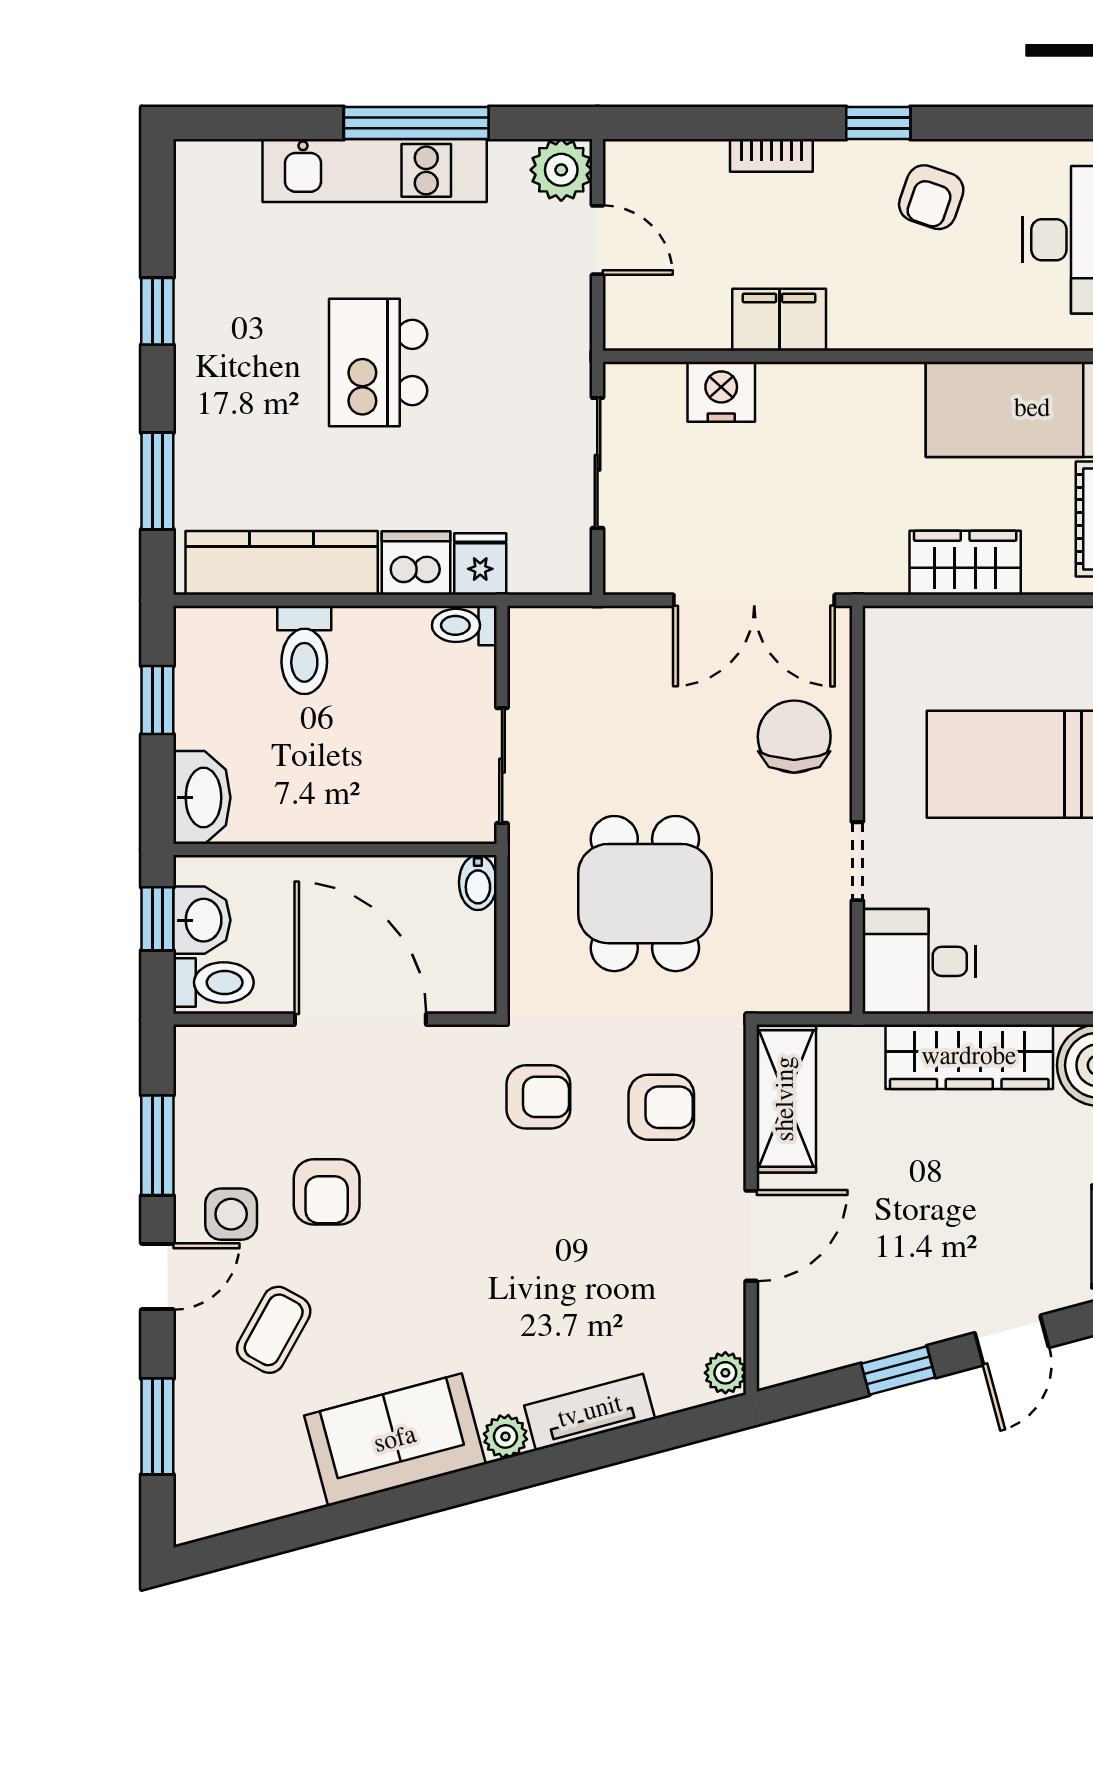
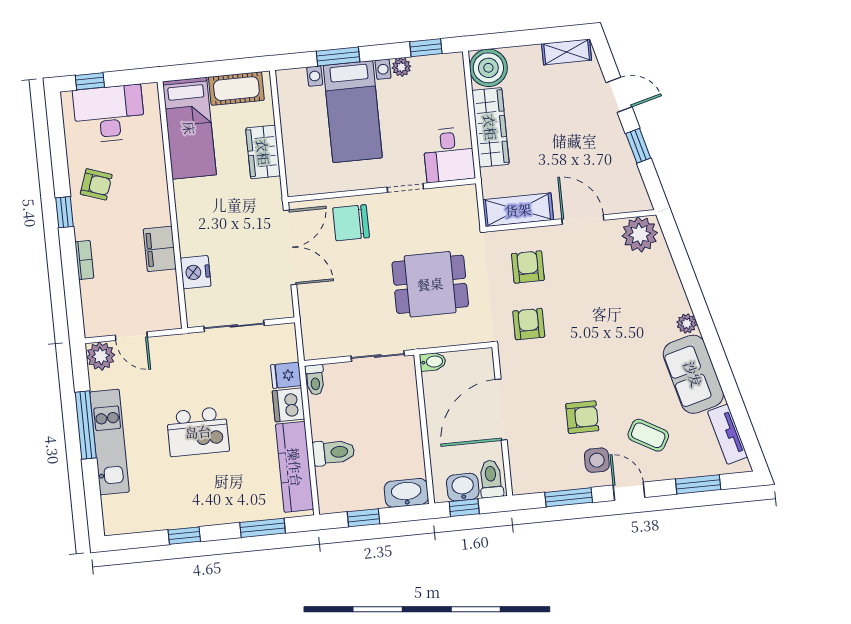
door: (597, 240) -> (131, 336), swing flipped
plant: (725, 1373) -> (640, 234), width x1.87, depth x1.87
tv unit: (590, 1412) -> (728, 434), moved

